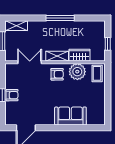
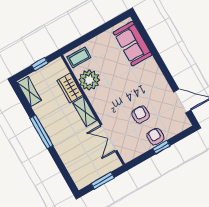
shelving: (16, 26) -> (29, 92), moved
armchair: (57, 74) -> (141, 115), moved
sofa: (70, 116) -> (133, 44), moved

